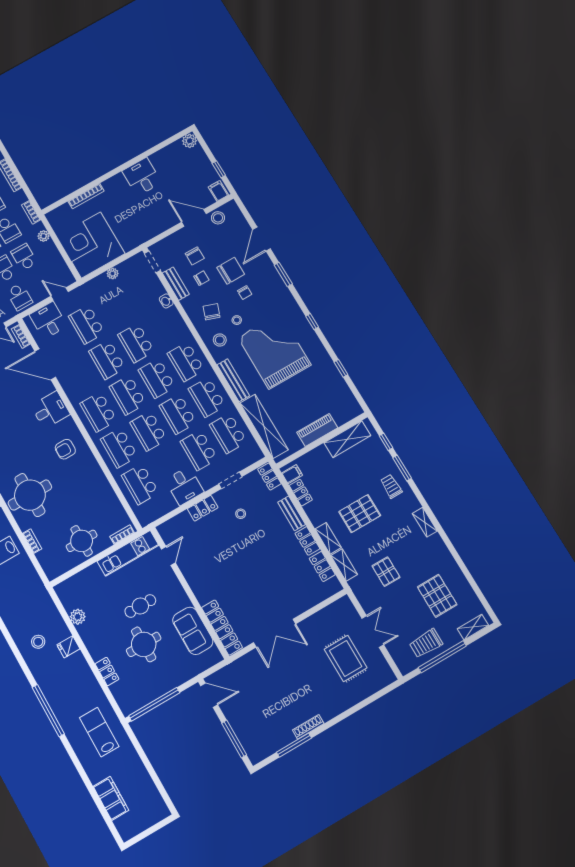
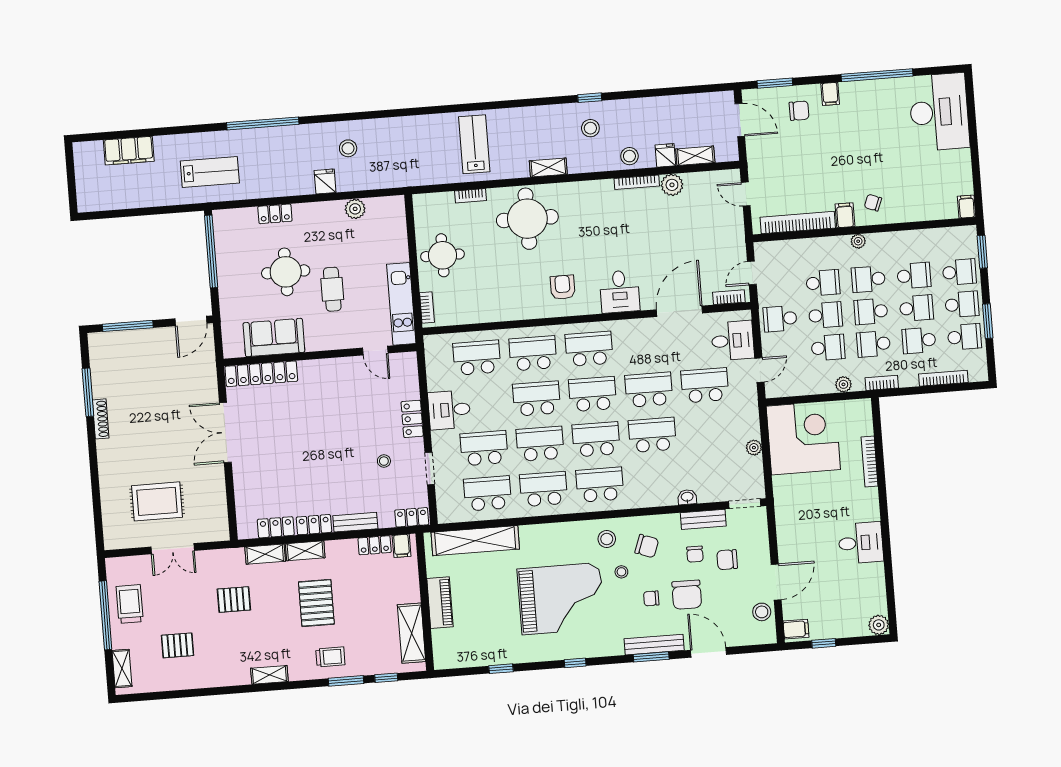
bench: (233, 380) -> (654, 645), moved
pallet: (437, 596) -> (177, 645), width x0.67, depth x0.71

